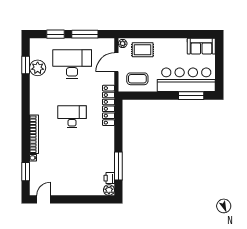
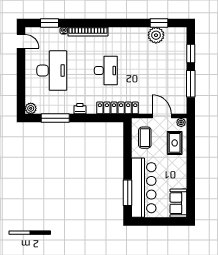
desk: (72, 64) -> (52, 71), moved
printer: (109, 178) -> (80, 109), moved

